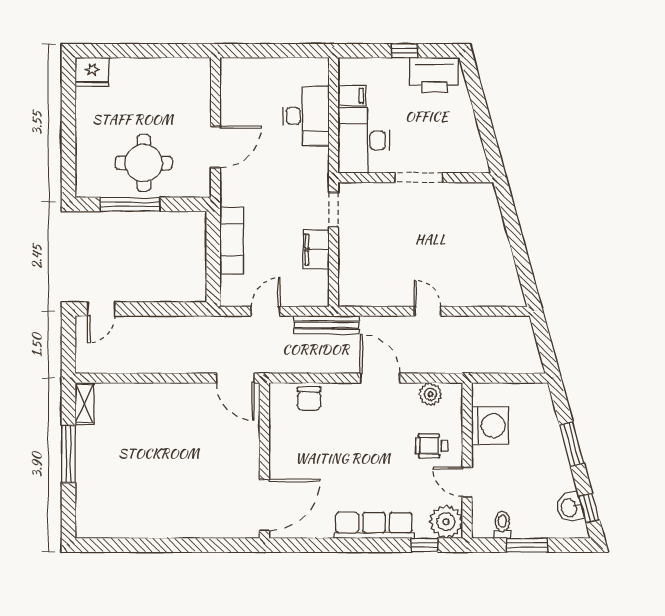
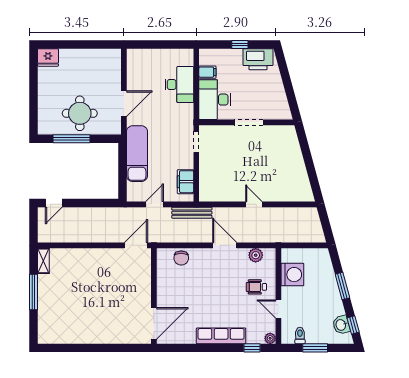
exam couch: (232, 241) -> (137, 154), width x1.36, depth x1.45
filing cabinet: (316, 250) -> (185, 182), moved
door: (235, 378) -> (136, 245), swing flipped
plant: (446, 522) -> (270, 338), width x0.53, depth x0.53

